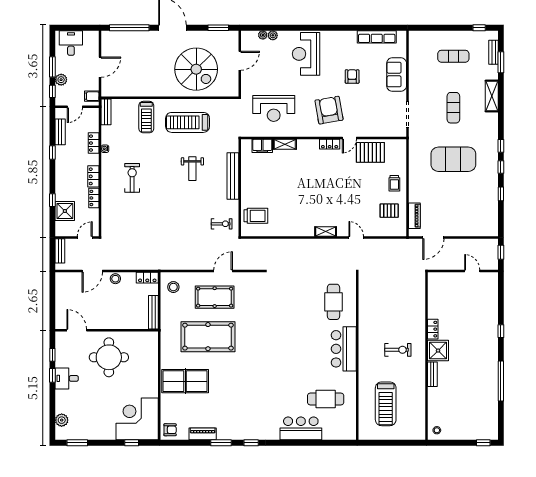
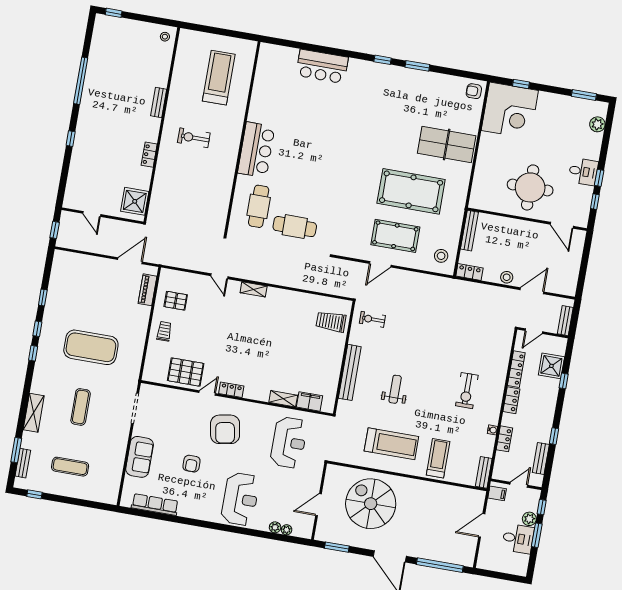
desk: (71, 43) -> (518, 539), moved, turned -90
reception desk: (274, 108) -> (289, 442), turned 90
locker: (94, 198) -> (516, 369), width x1.53
shower: (438, 351) -> (135, 201), moved
cafe table: (326, 399) -> (295, 227), moved
piano: (203, 434) -> (437, 80), removed

